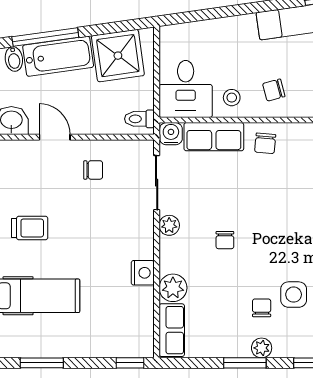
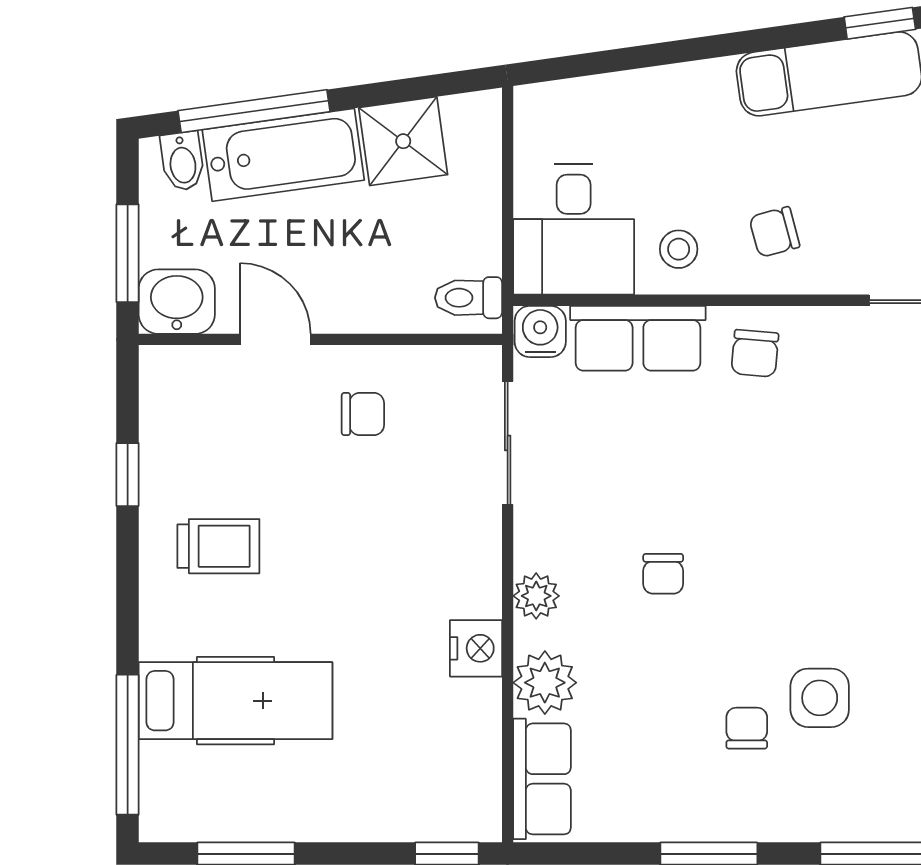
shower: (118, 56) -> (403, 141), width x0.73, depth x0.73
plant: (169, 225) -> (536, 596), moved
plant: (262, 348) -> (747, 819), removed

